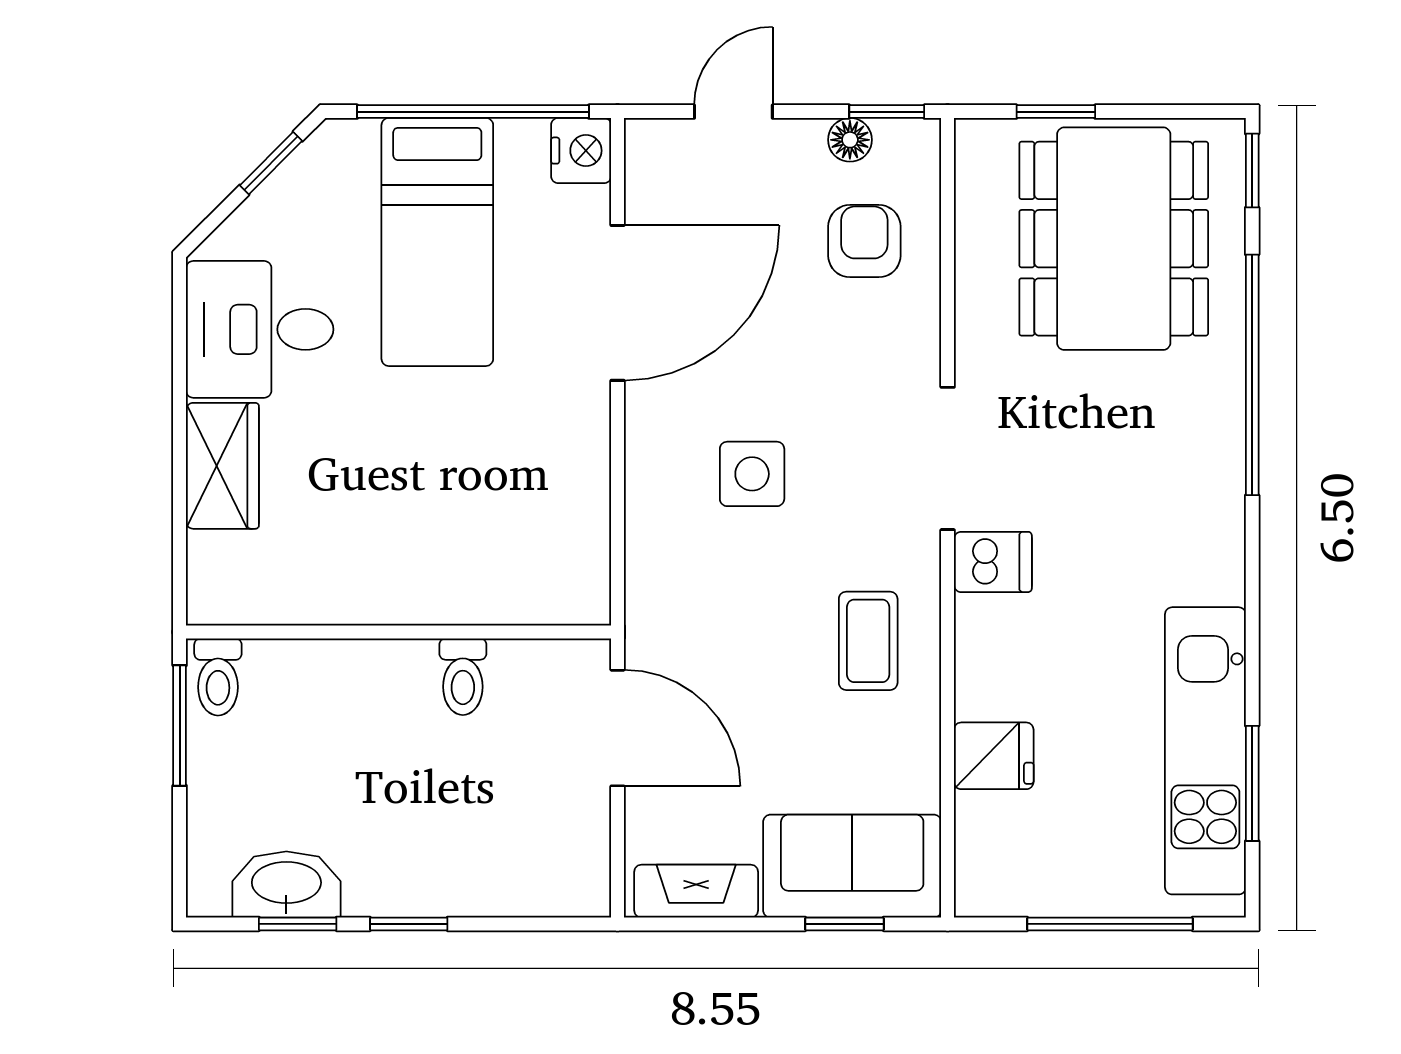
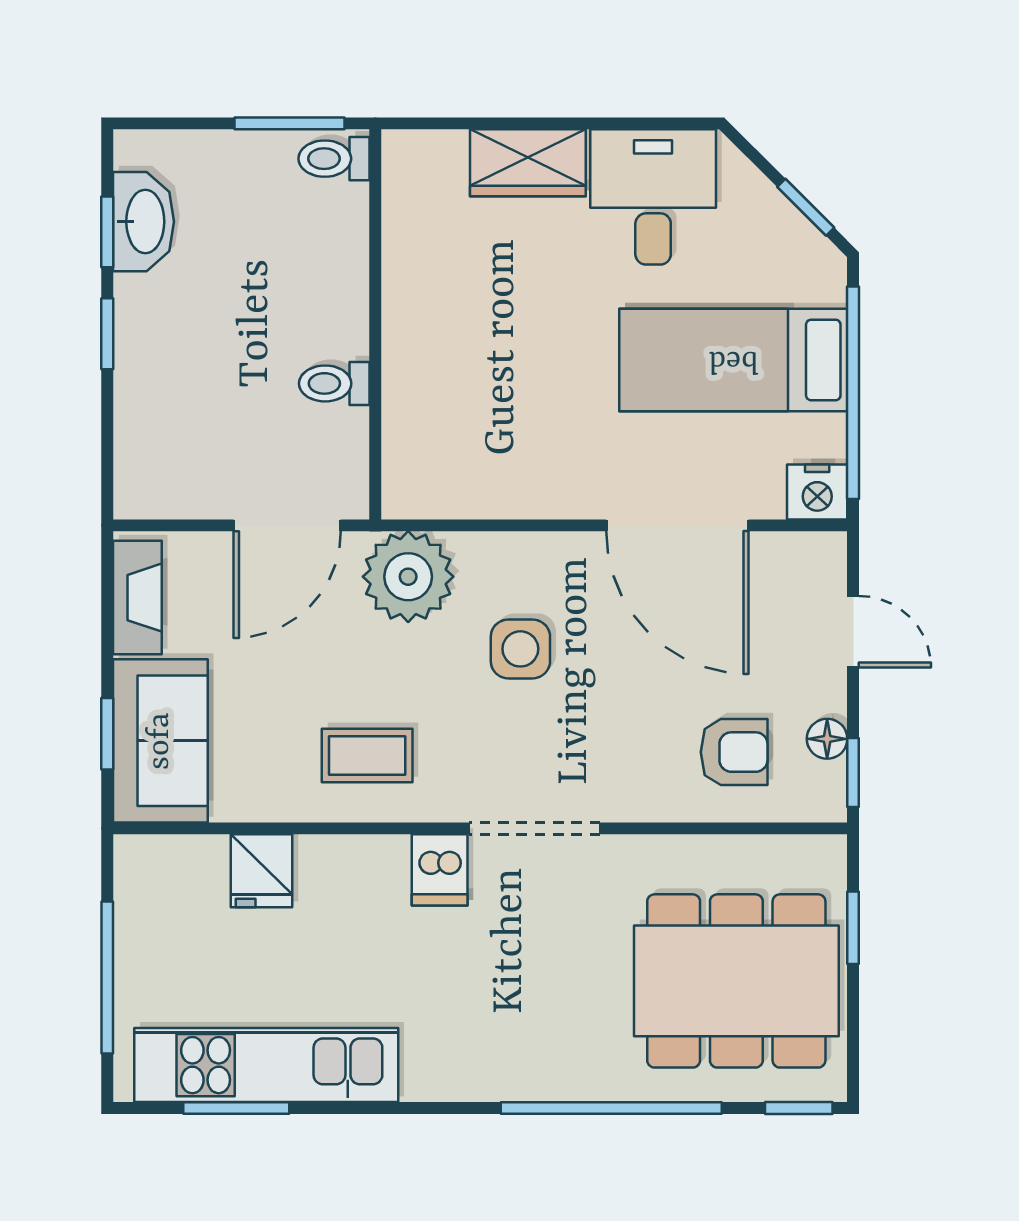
plant: (673, 596) -> (408, 577), added

